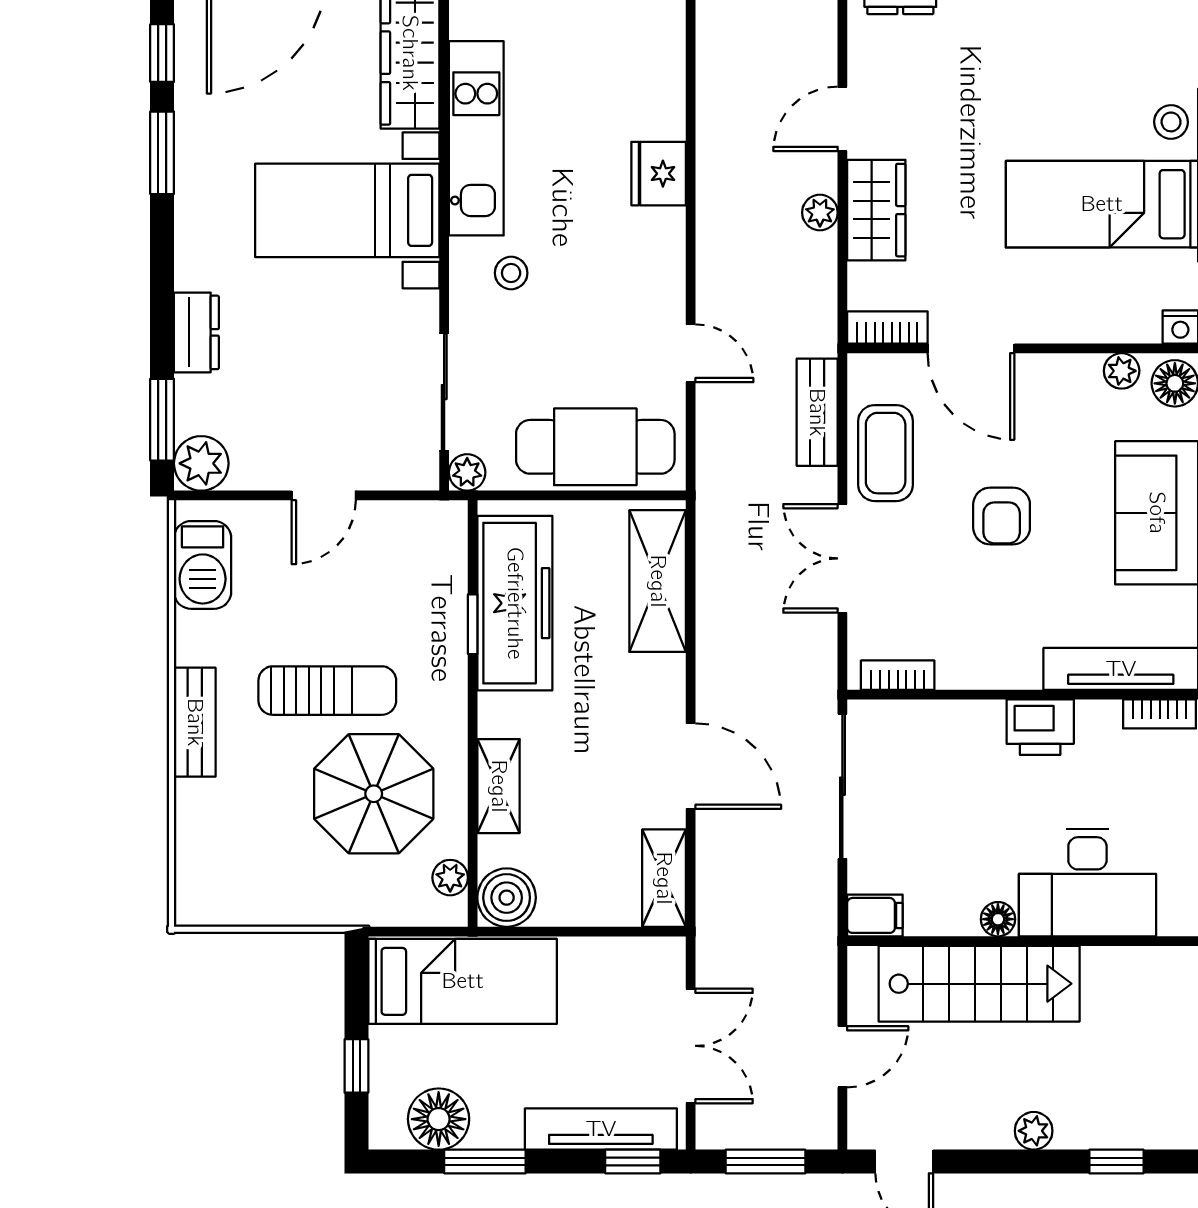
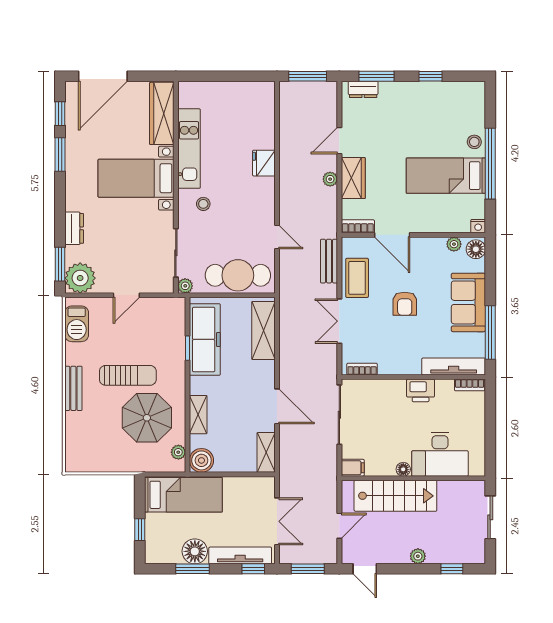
plant: (201, 463) -> (80, 278), width x1.36, depth x1.36
floor lamp: (439, 1119) -> (195, 551), moved

